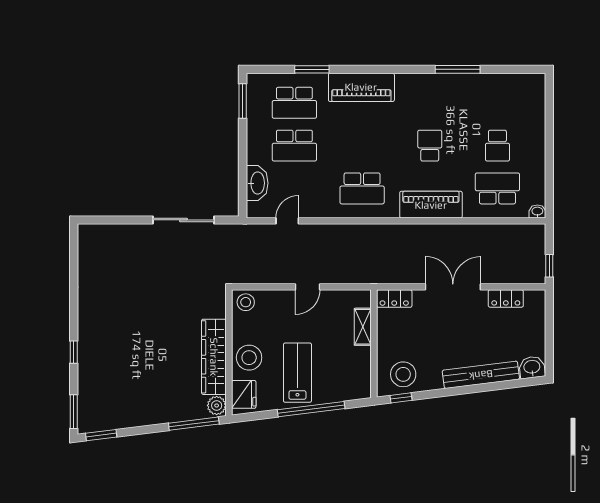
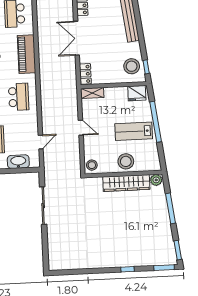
door: (287, 221) -> (41, 142), swing flipped
shelving: (363, 327) -> (92, 93), moved
fridge: (244, 394) -> (137, 93), moved, turned 180
window: (194, 424) -> (171, 208), moved

